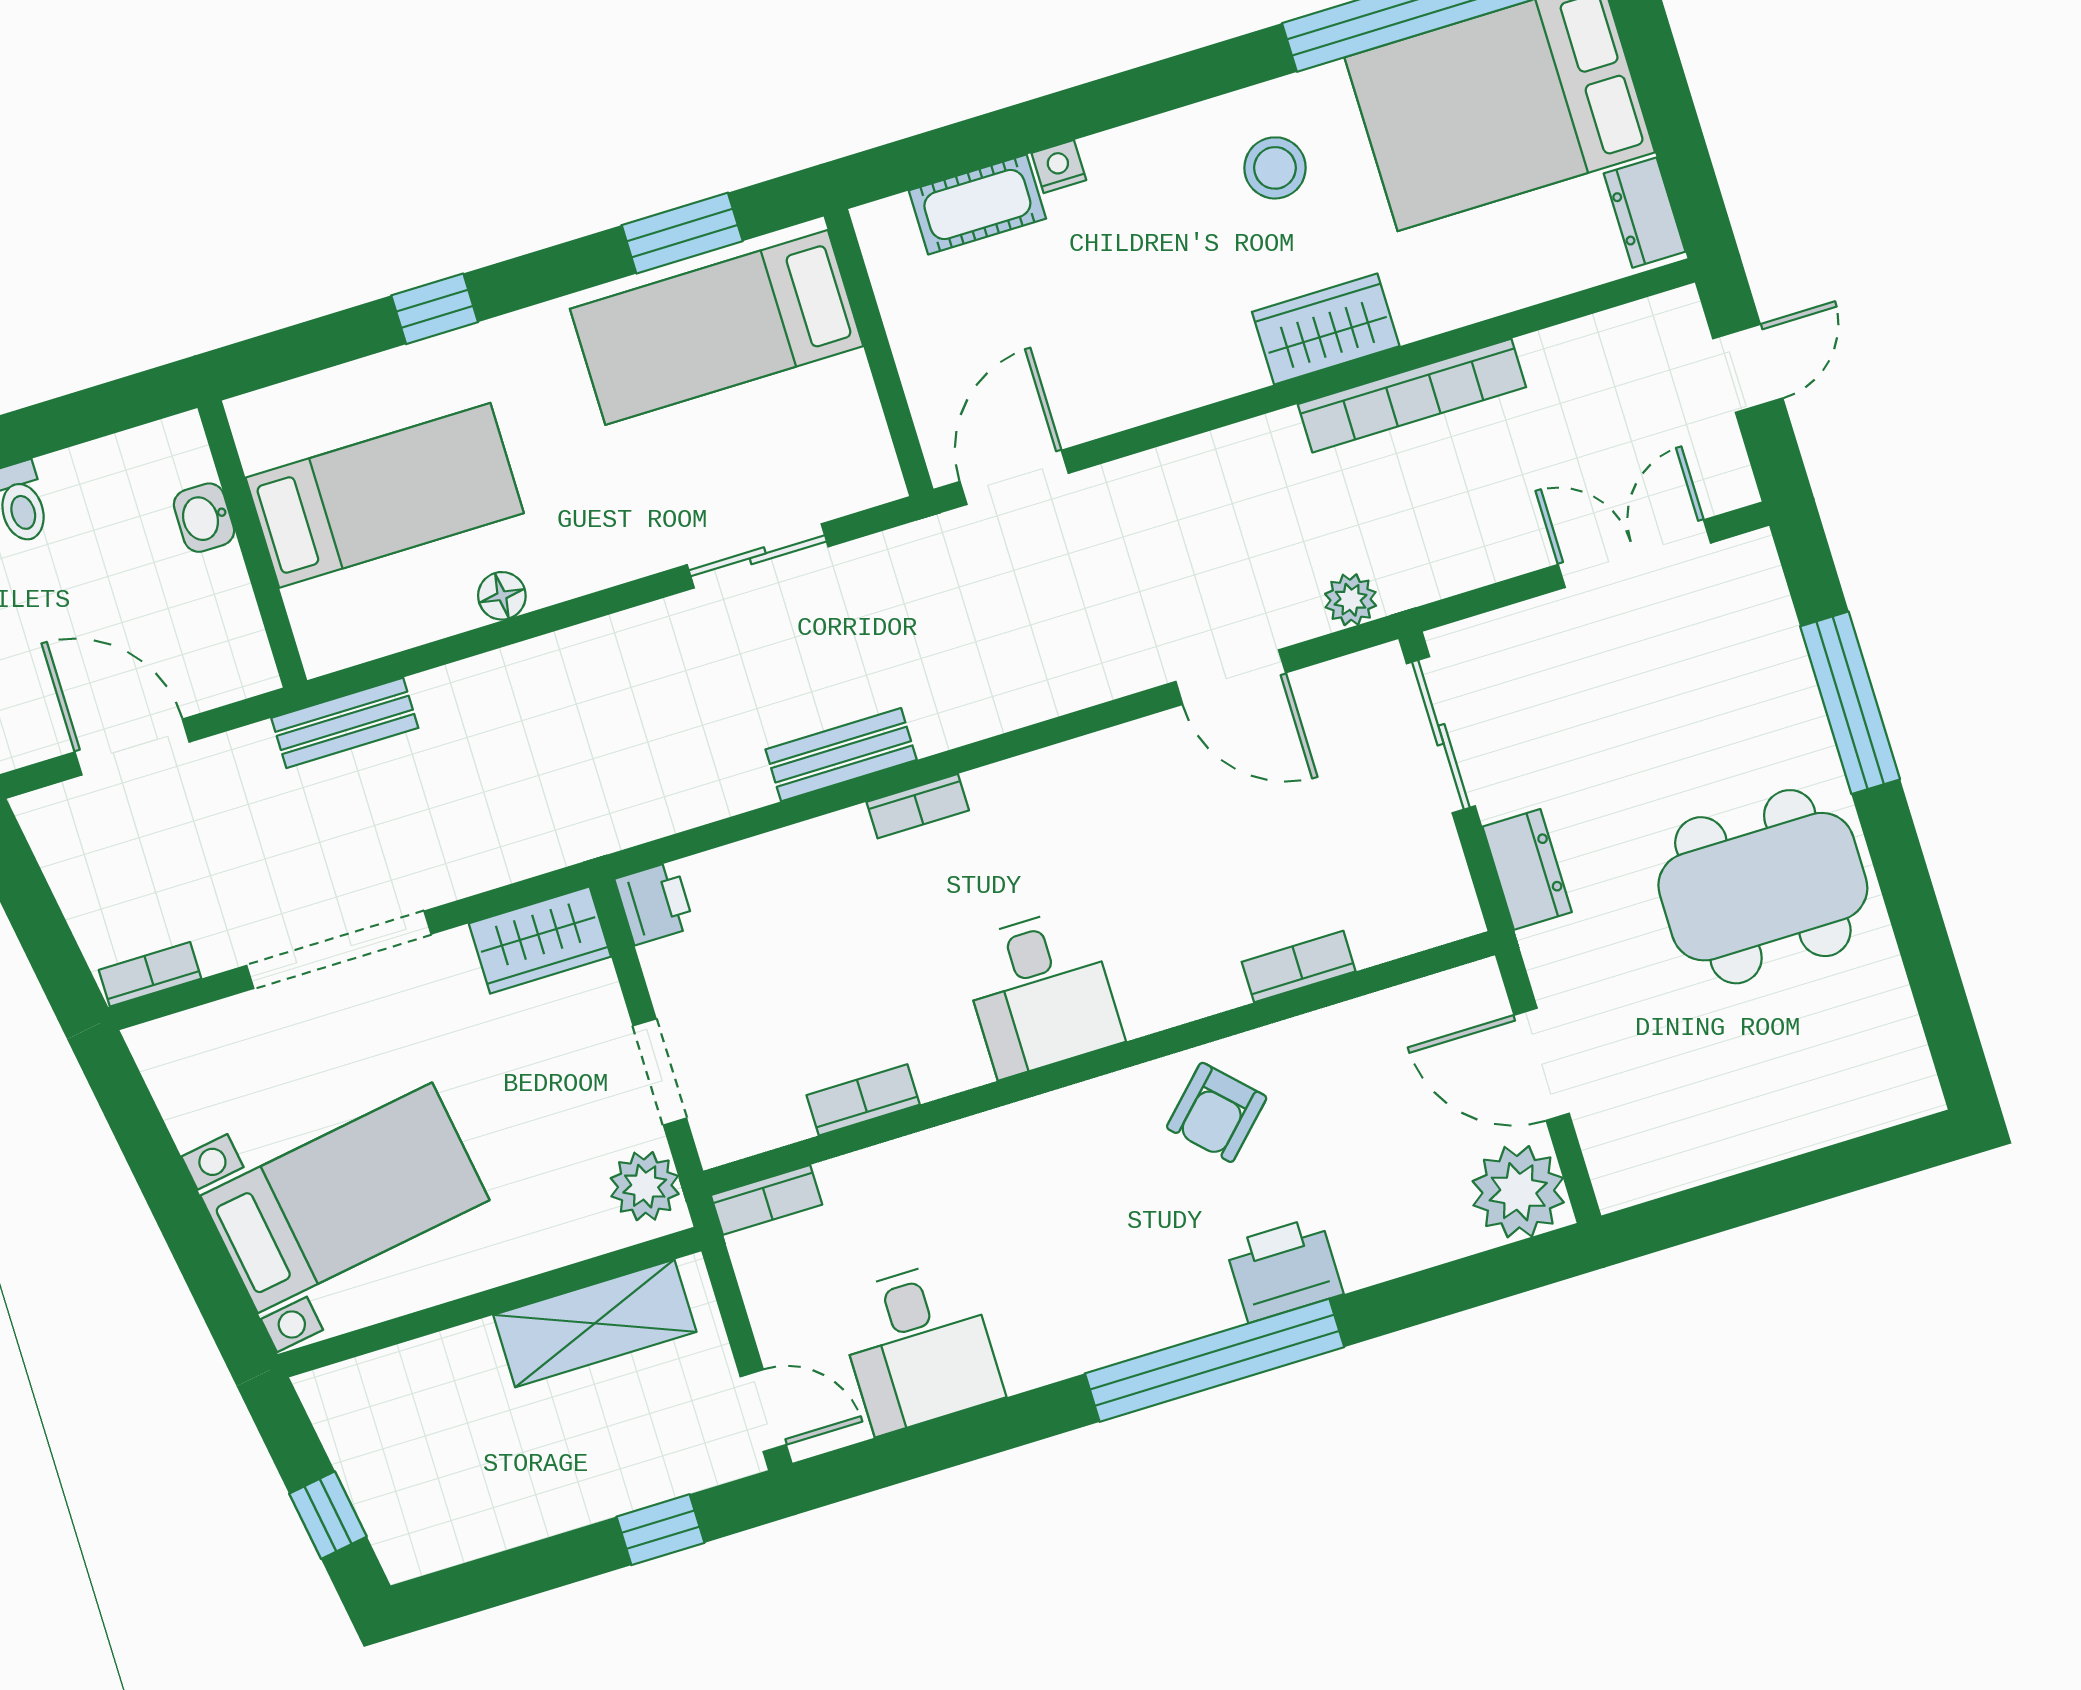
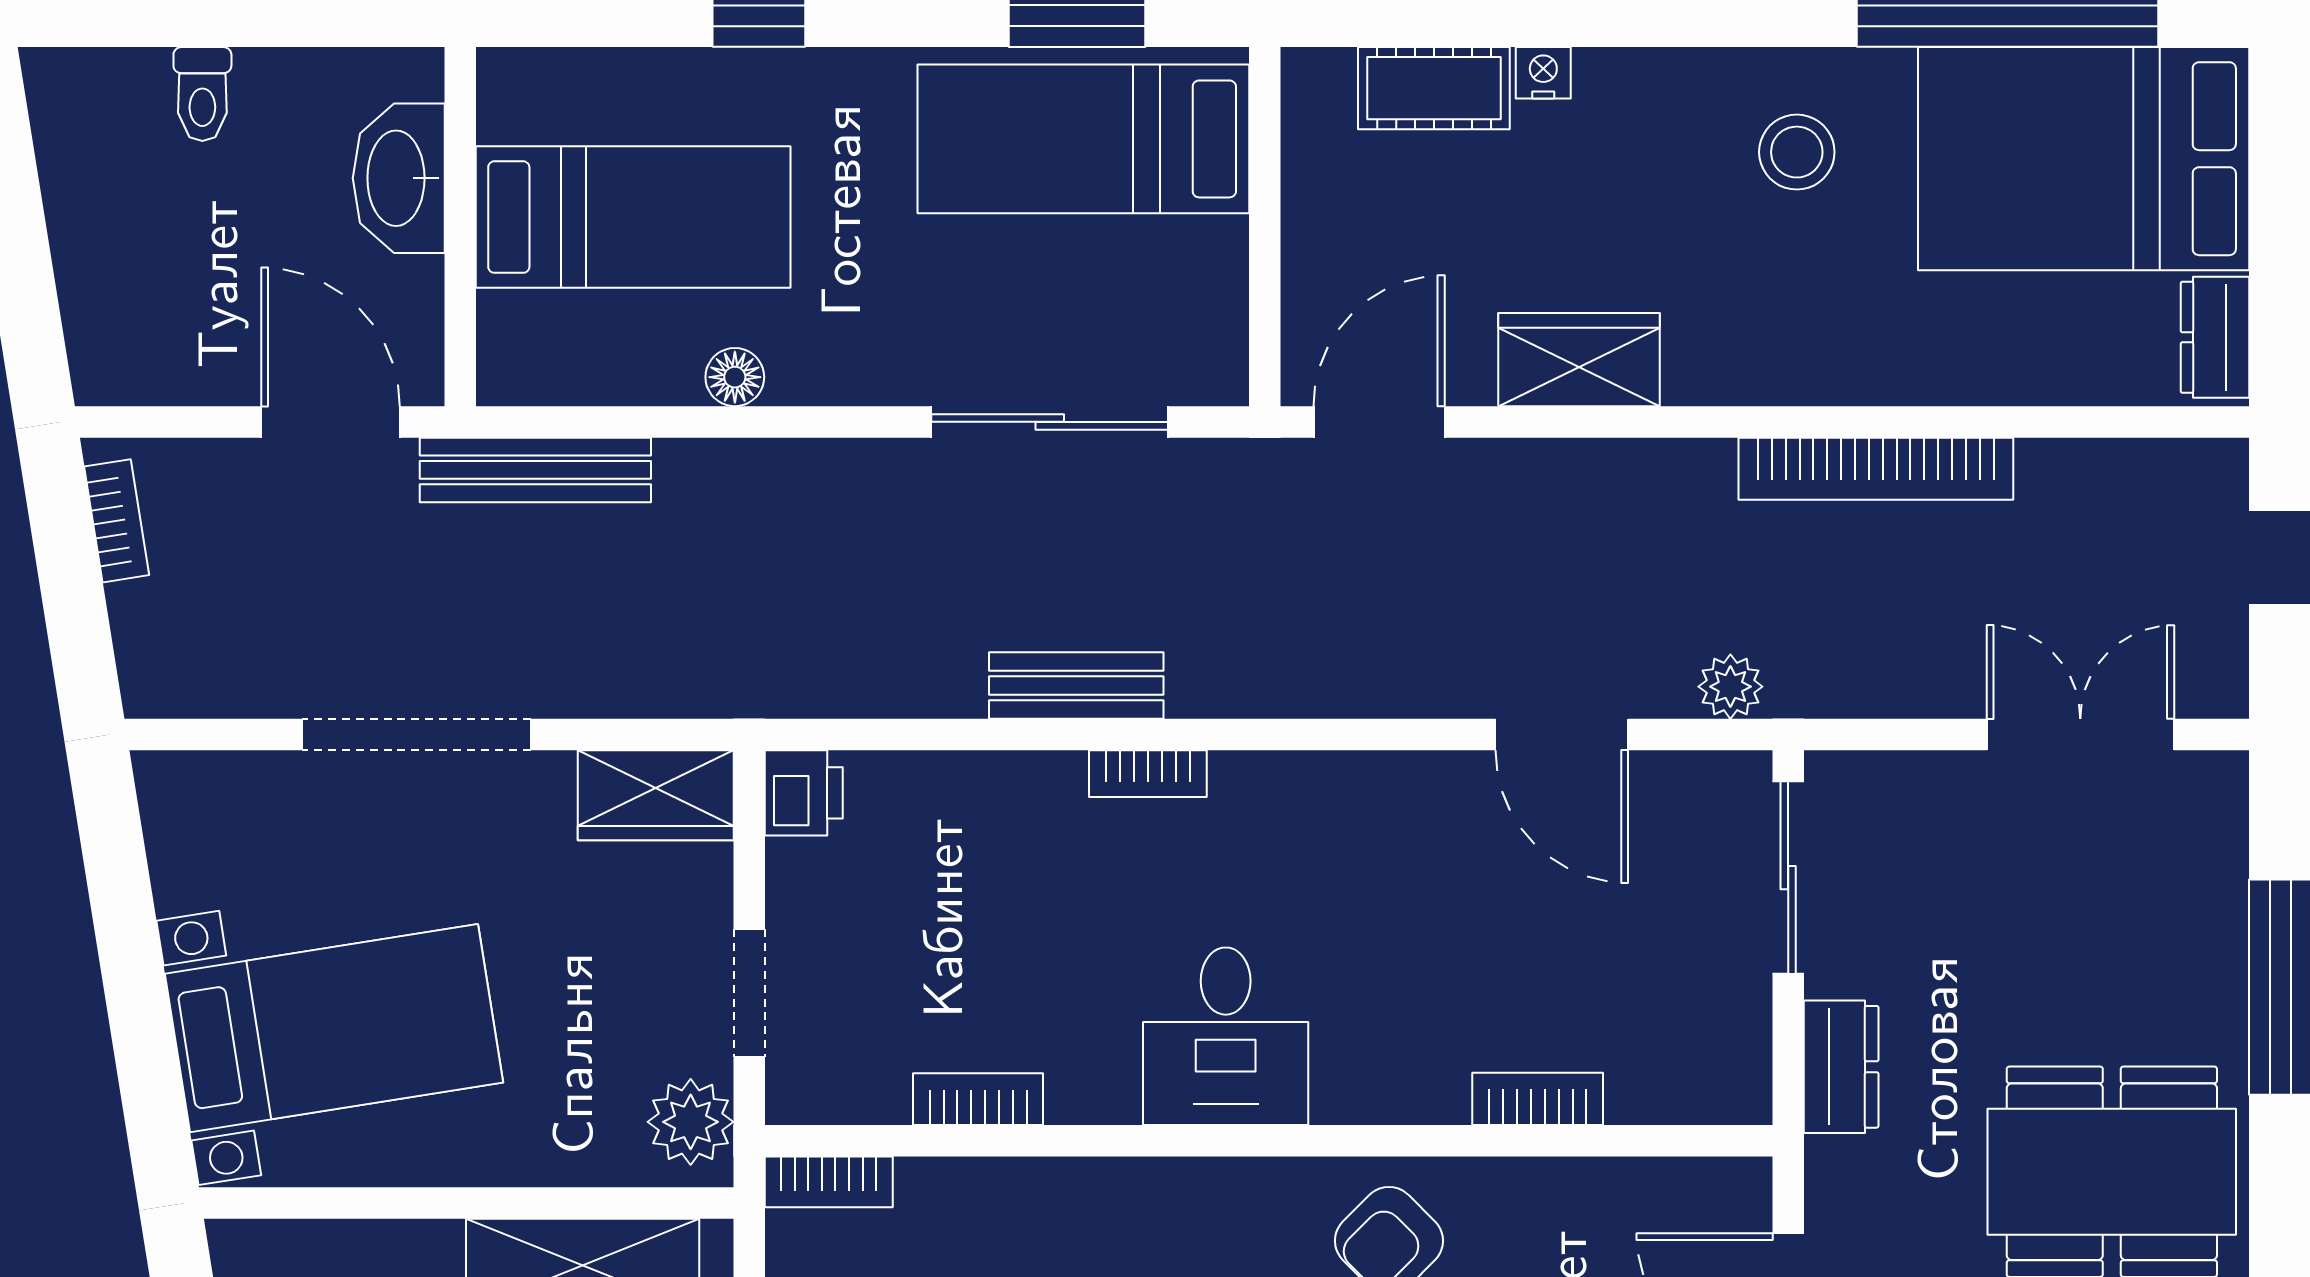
wardrobe: (1326, 329) -> (1579, 360), moved
washbasin: (204, 518) -> (399, 178), width x1.91, depth x1.45
sliding door: (758, 556) -> (1050, 422), width x1.37
bench: (345, 723) -> (535, 470), width x1.36
door: (132, 747) -> (330, 422), moved
bookcase: (150, 974) -> (117, 521), moved, turned 81

